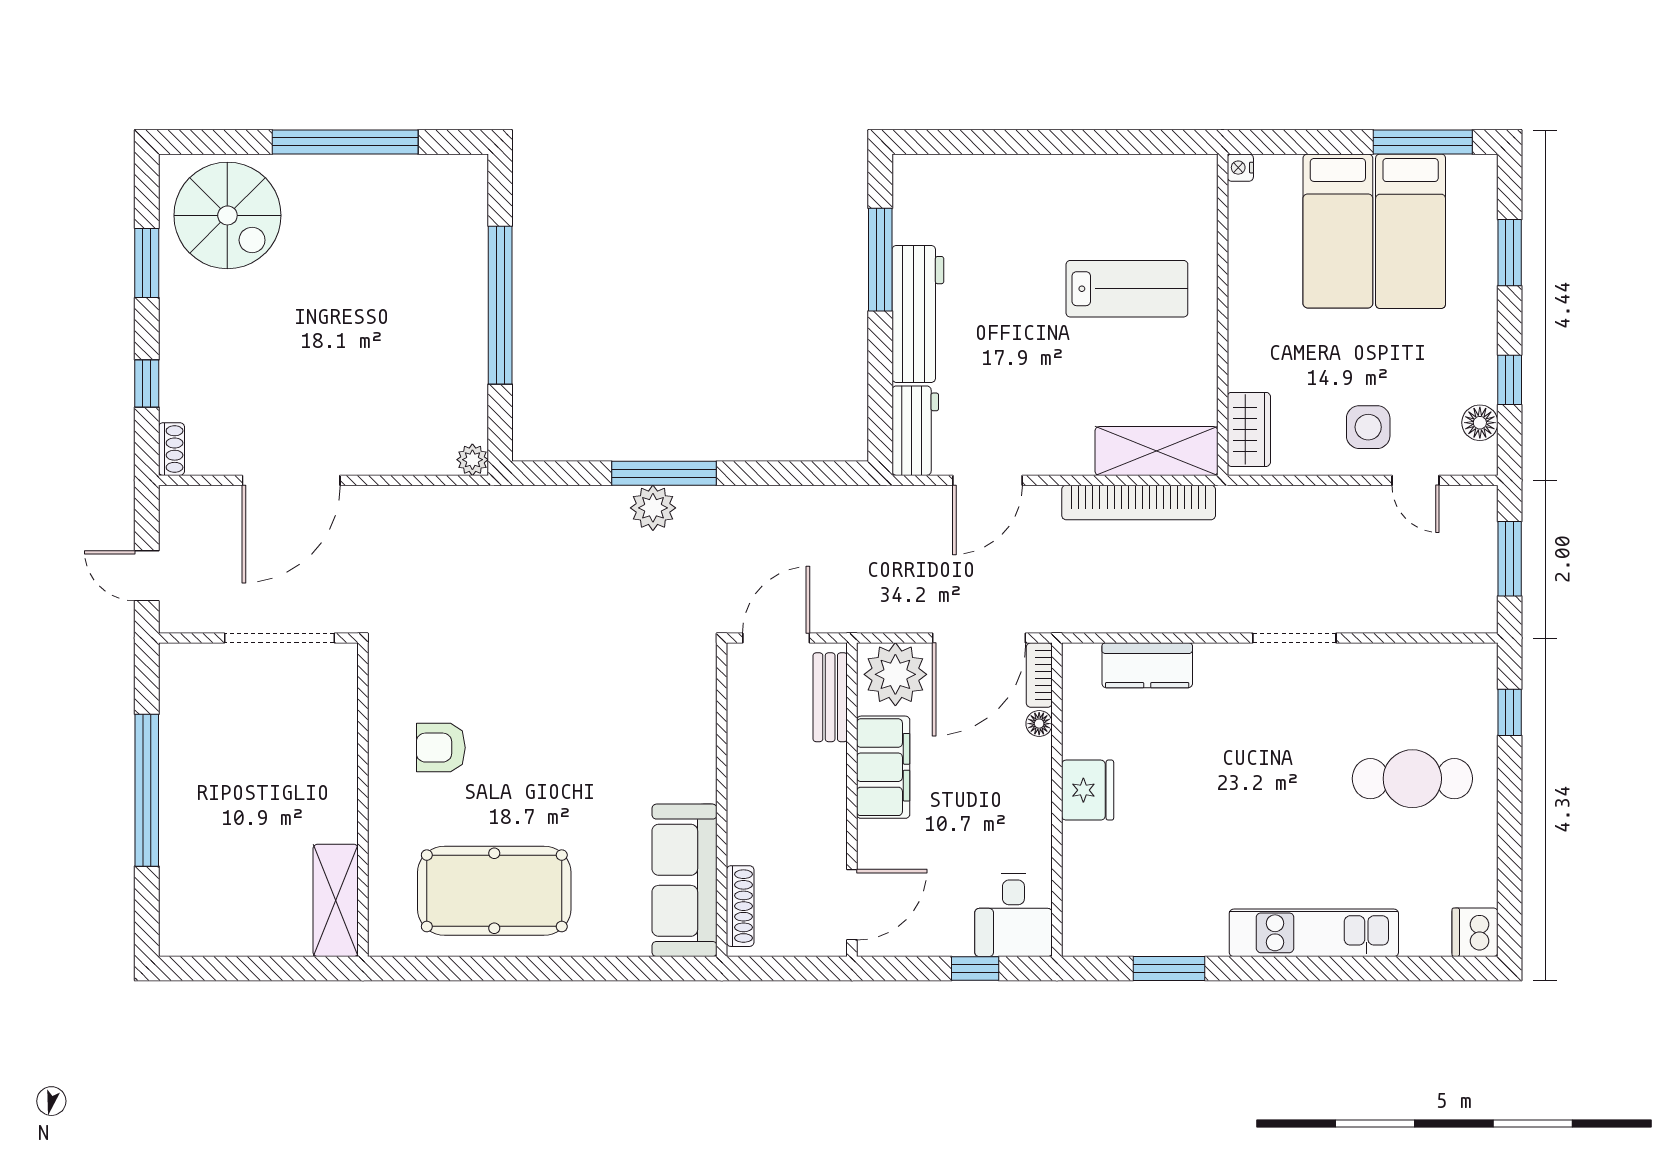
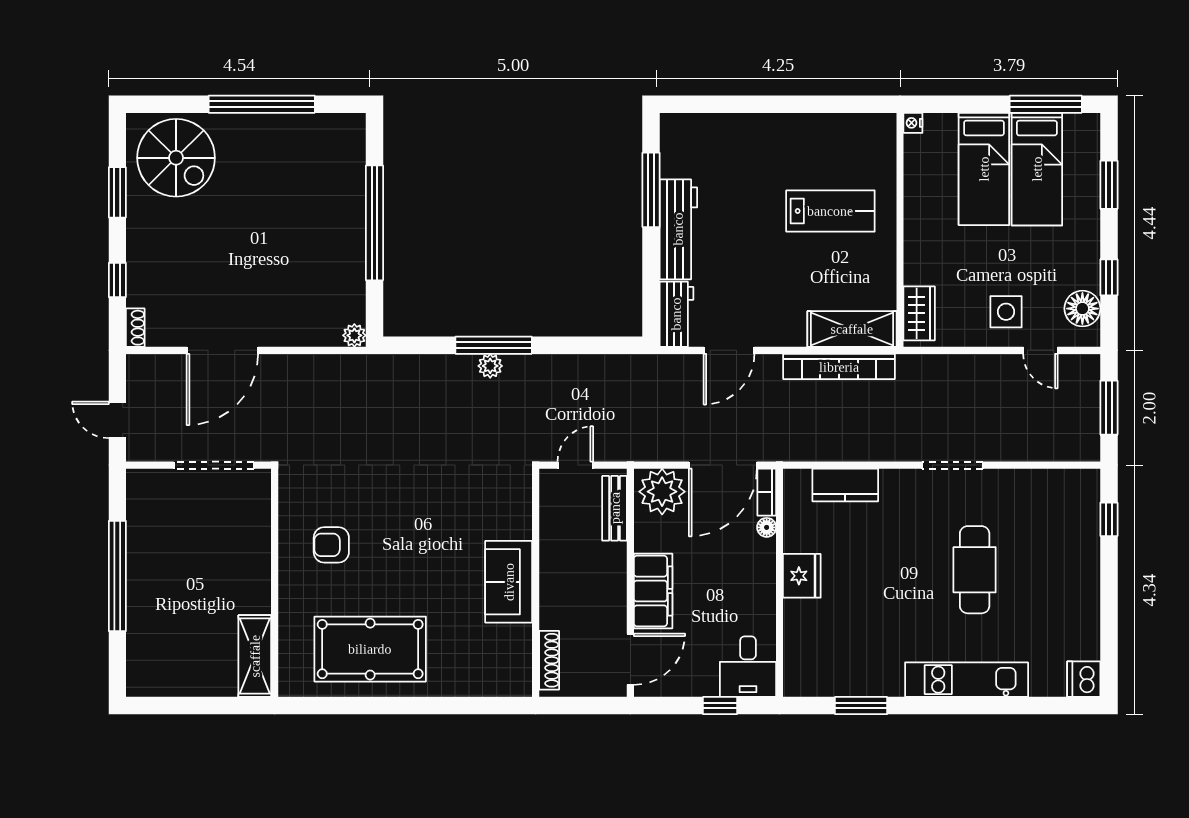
floor lamp: (1480, 423) -> (1082, 309), width x1.38, depth x1.38
plant: (653, 508) -> (490, 366), width x0.73, depth x0.73
door: (776, 638) -> (575, 465), width x0.73
filing cabinet: (883, 767) -> (653, 591), moved
cafe table: (1412, 779) -> (975, 570), moved, turned 90
sofa: (685, 880) -> (509, 582), moved, width x0.73

